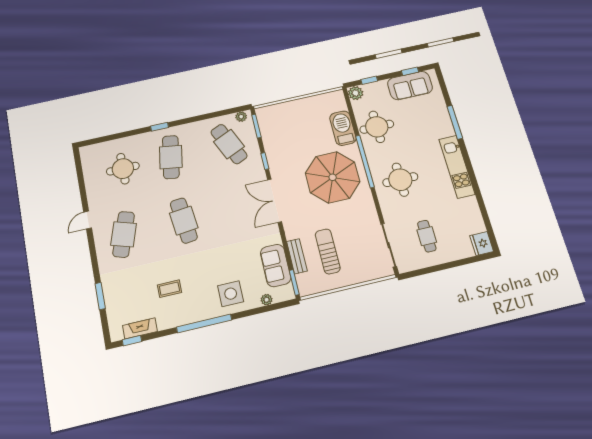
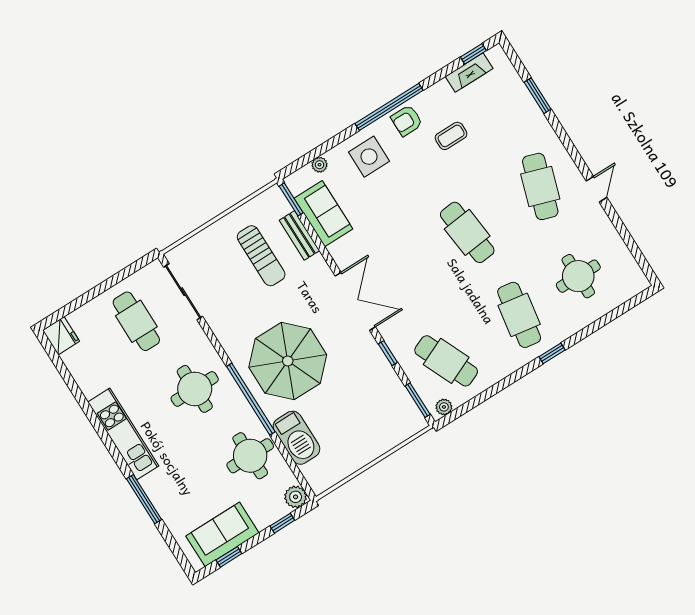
cafe table: (427, 236) -> (136, 321), width x1.37, depth x1.35
armchair: (196, 310) -> (407, 120), added

